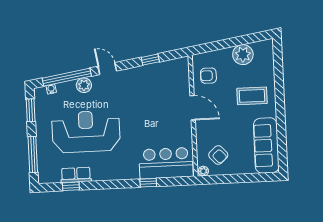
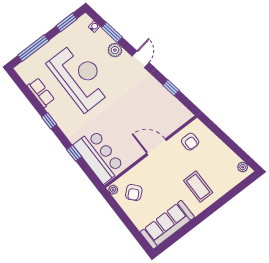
plant: (243, 55) -> (243, 167), moved, width x0.53, depth x0.53
armchair: (208, 76) -> (190, 142), turned 180
window: (67, 77) -> (112, 32), width x0.47
door: (193, 108) -> (157, 147), swing flipped
window: (71, 186) -> (49, 121), moved

